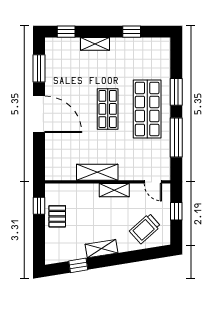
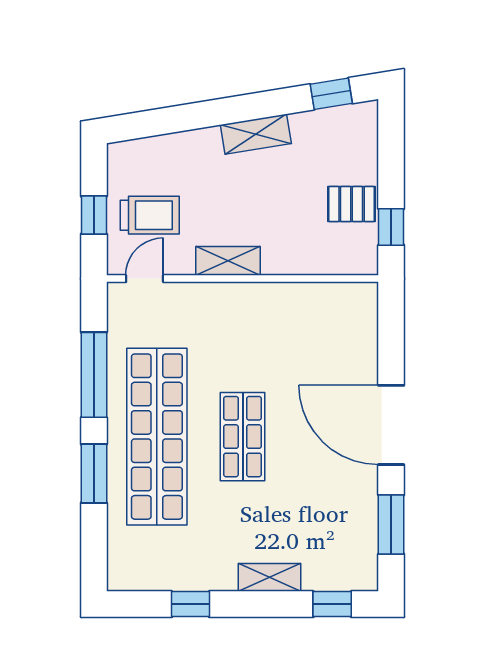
shop shelf: (147, 109) -> (157, 437), width x1.40
shelving: (97, 172) -> (265, 300), removed
door: (153, 182) -> (145, 279), hinge flipped
pallet: (57, 216) -> (352, 204), turned 90
trolley: (145, 229) -> (150, 215), moved, turned 42
window: (78, 265) -> (331, 94), moved

